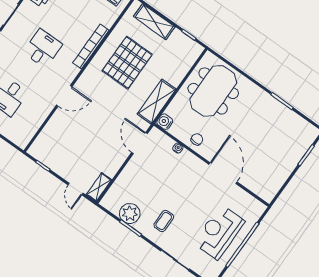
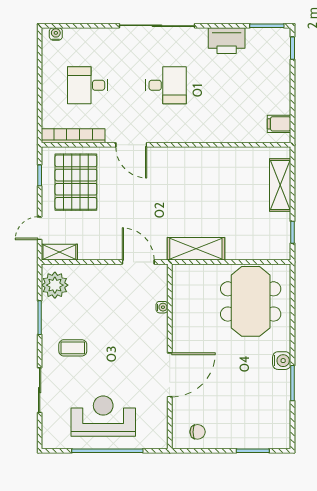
bookcase: (91, 47) -> (73, 136), moved
pallet: (127, 63) -> (76, 182), moved, turned 90
meeting table: (213, 91) -> (251, 301), turned 90
water cooler: (165, 122) -> (282, 361), moved, turned 90
chair: (197, 139) -> (198, 432), moved
door: (139, 143) -> (138, 262), hinge flipped
plant: (130, 214) -> (55, 285), moved

